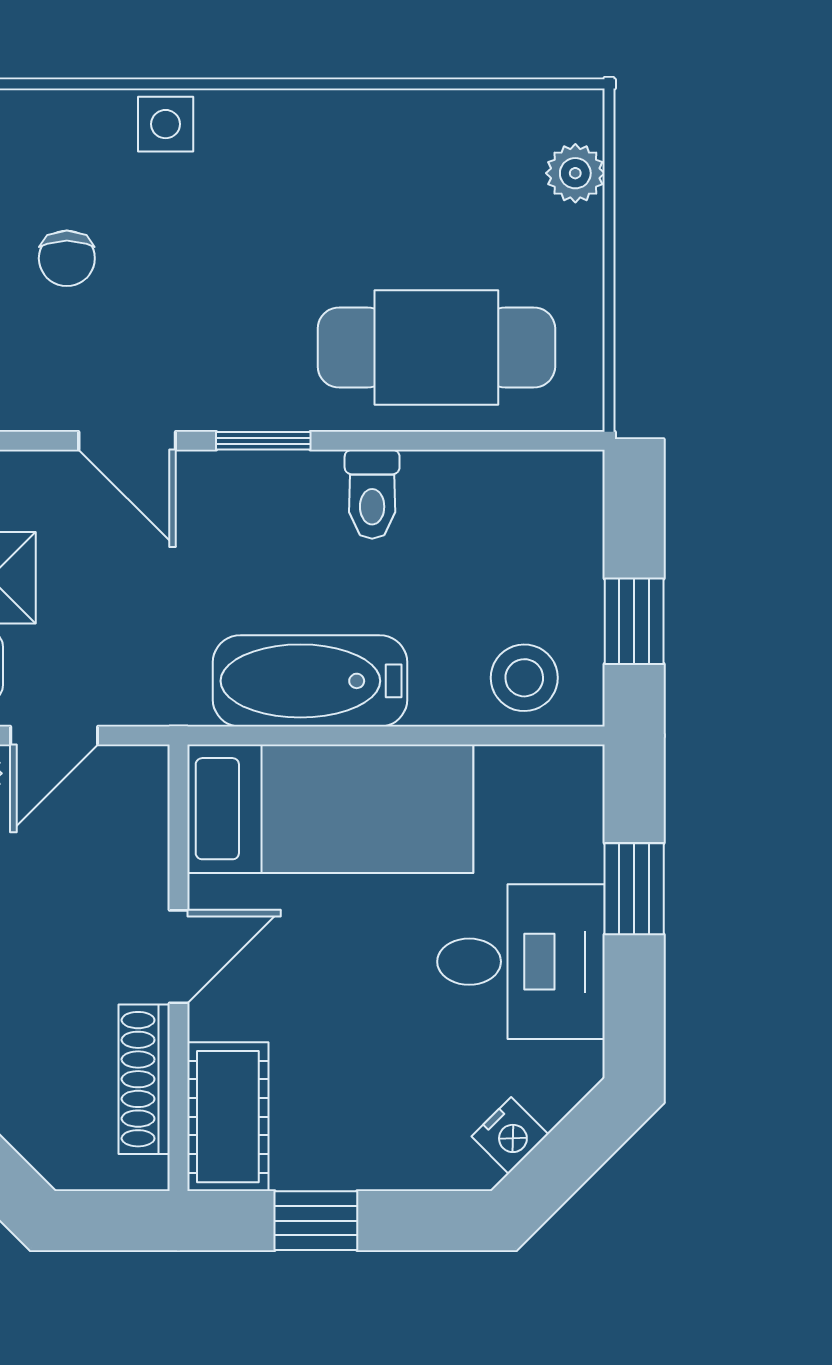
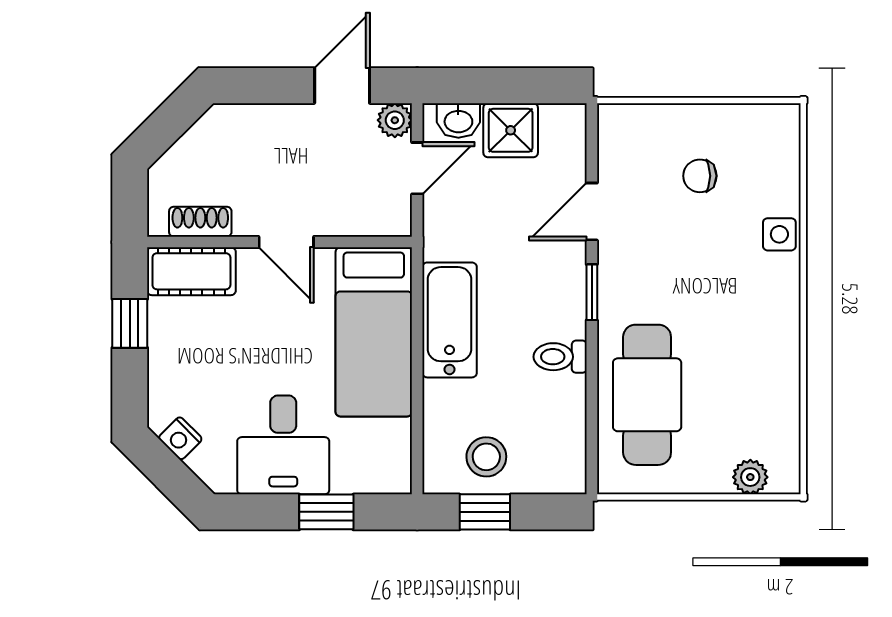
stool: (524, 678) -> (486, 457), moved
door: (54, 736) -> (417, 168), swing flipped
shoe rack: (144, 1079) -> (200, 222), width x0.70

